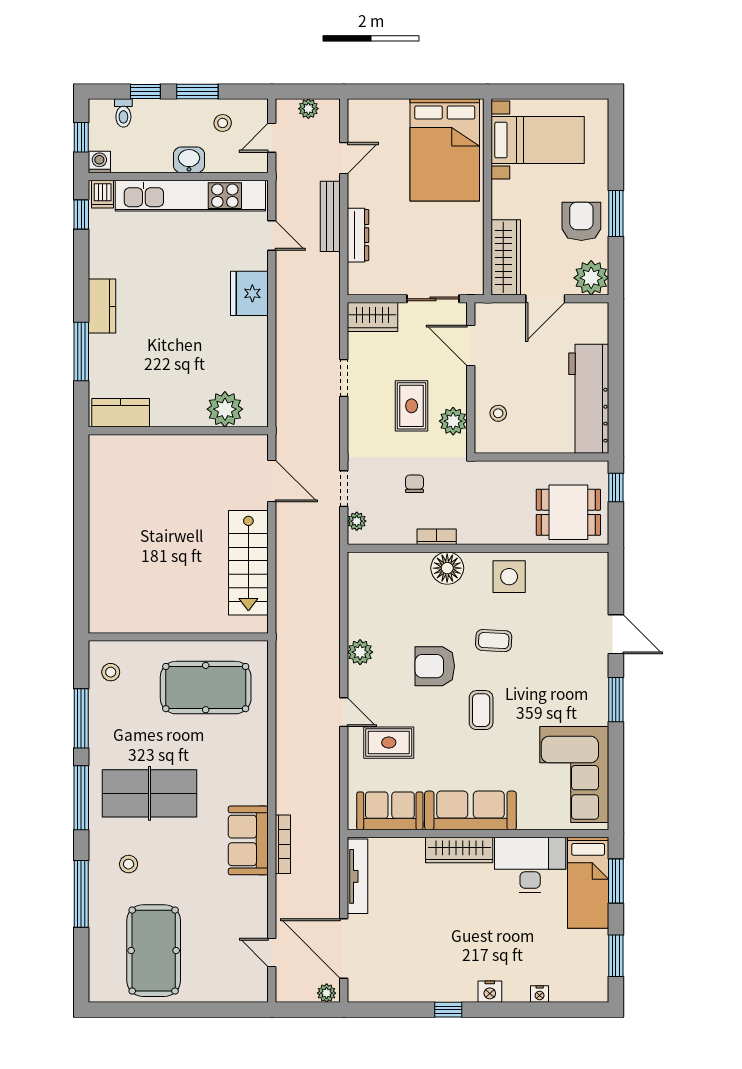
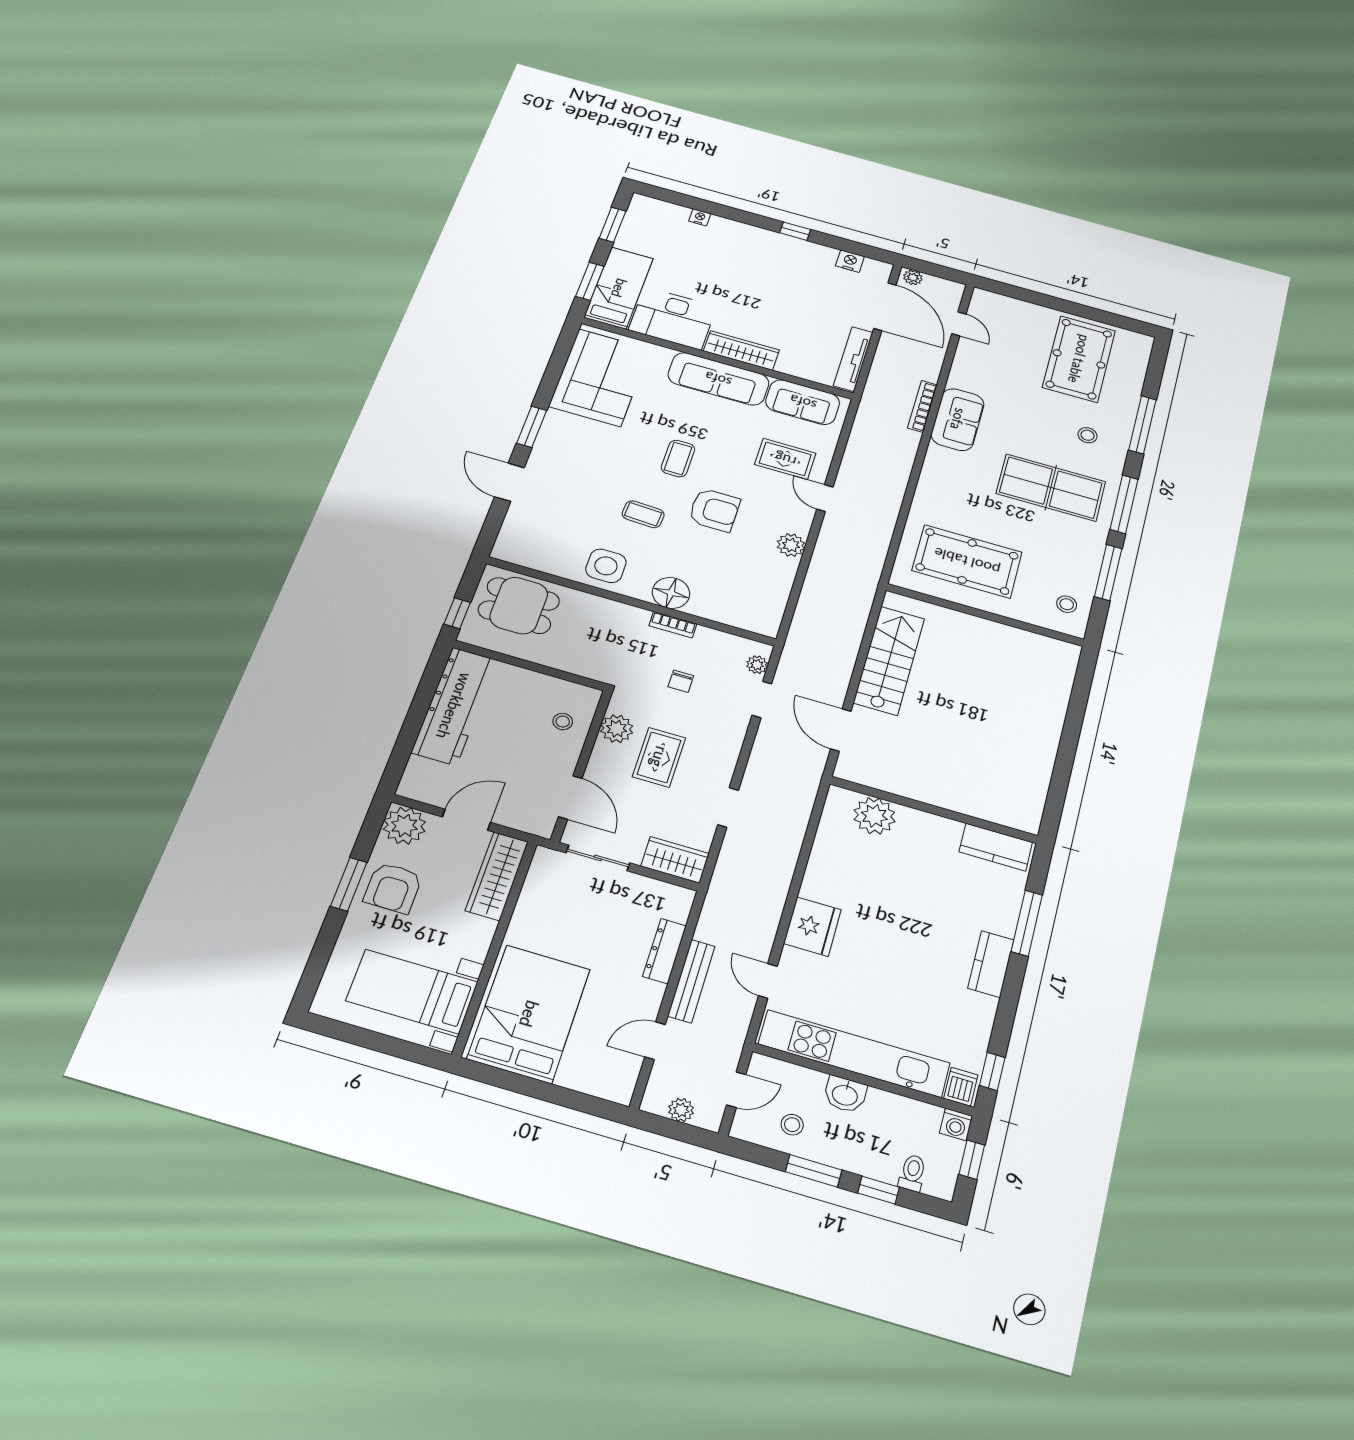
nightstand: (490, 992) -> (850, 261), moved

